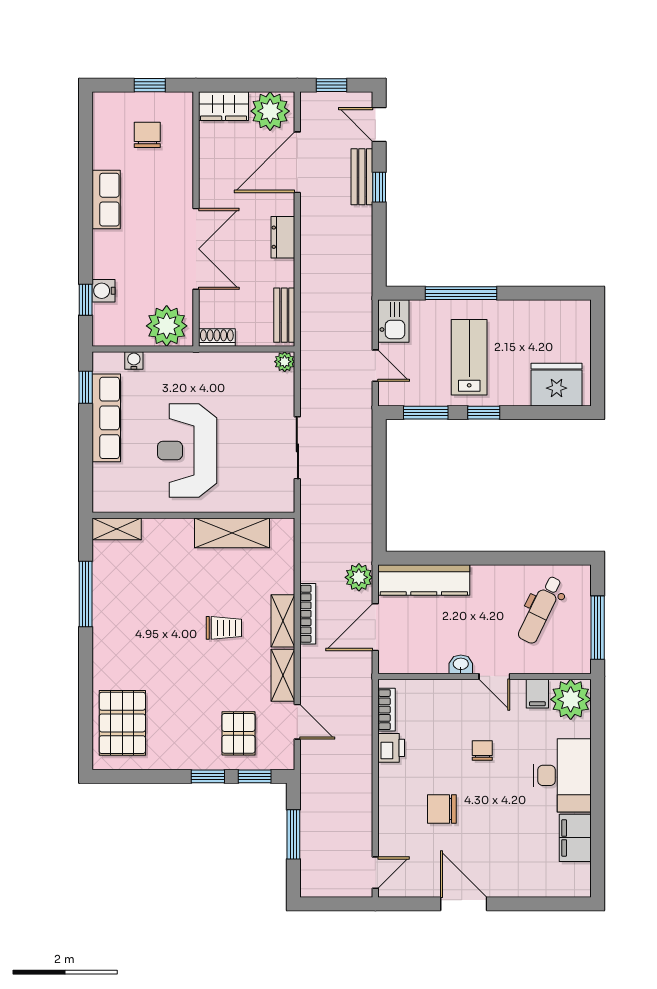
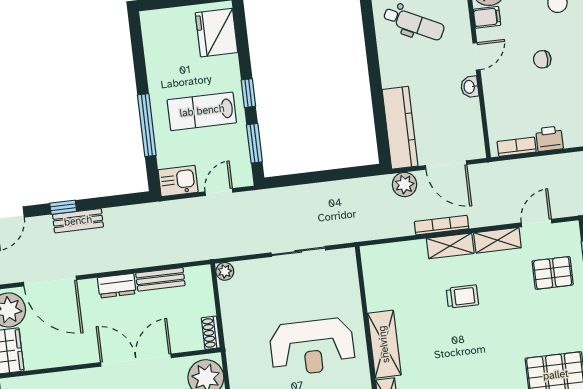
bench: (362, 177) -> (78, 221), moved
bench: (284, 315) -> (160, 279), moved
shelving: (232, 533) -> (384, 344), moved
trolley: (224, 628) -> (462, 297), turned 90

